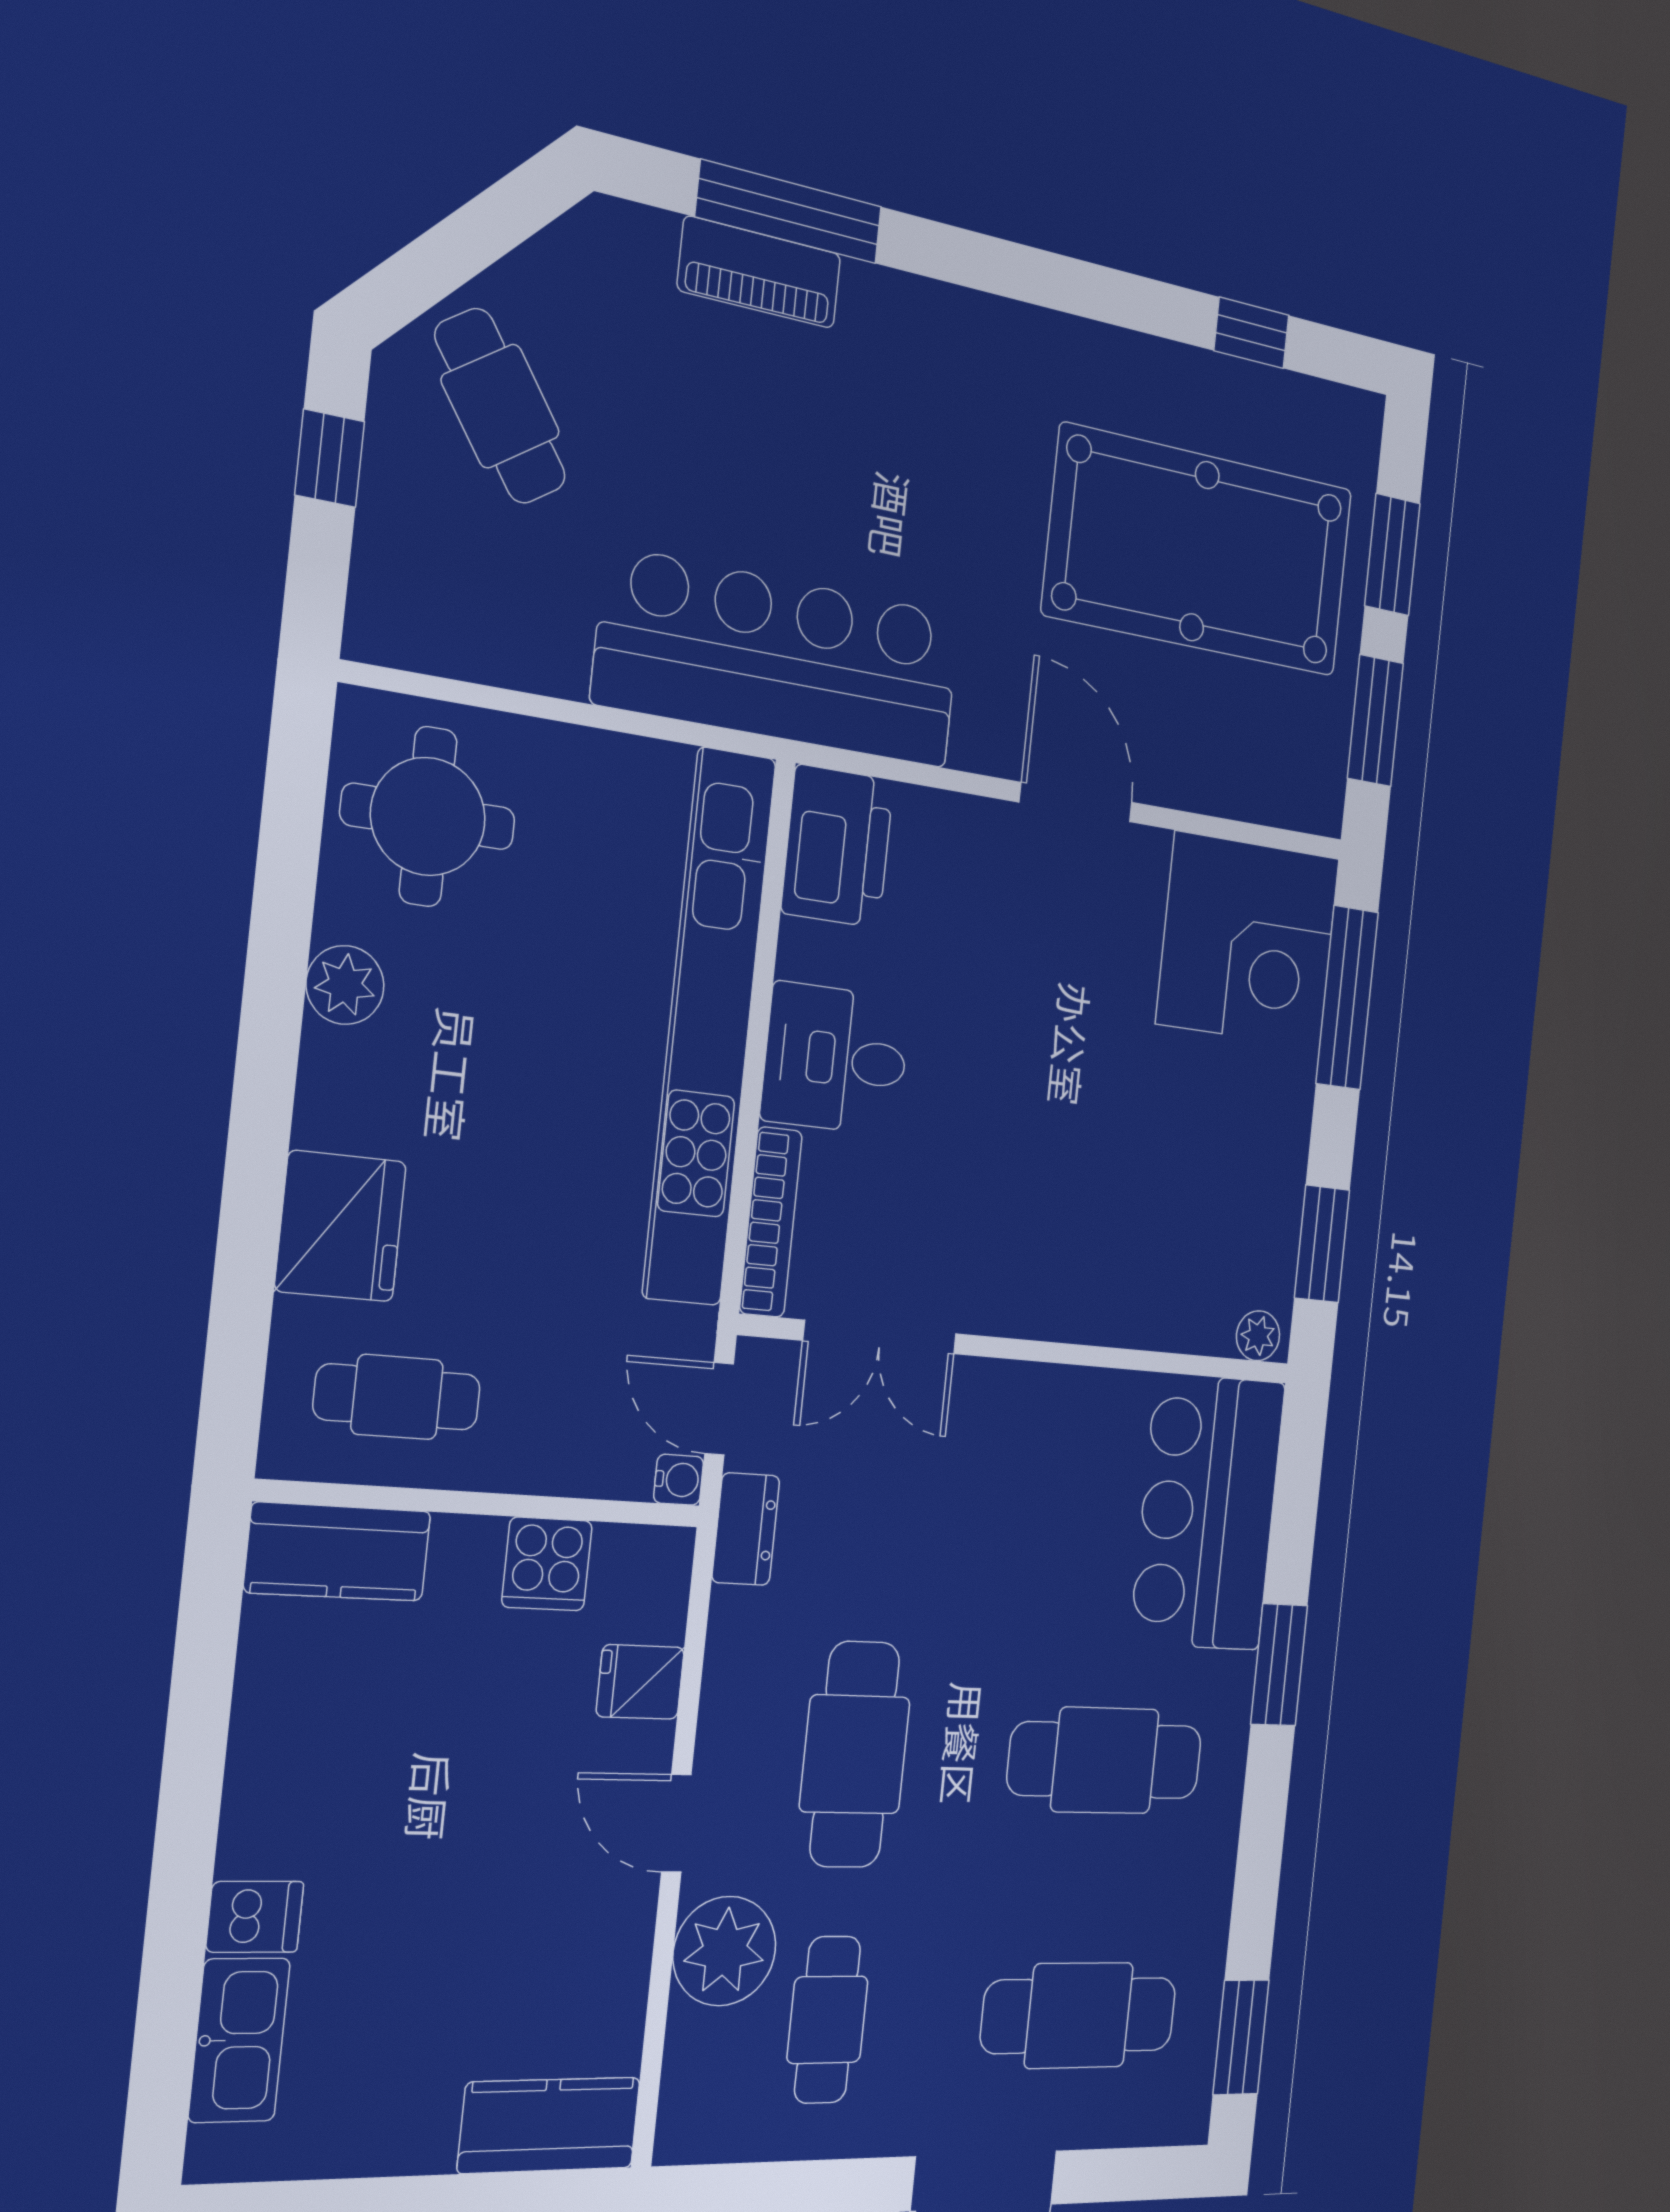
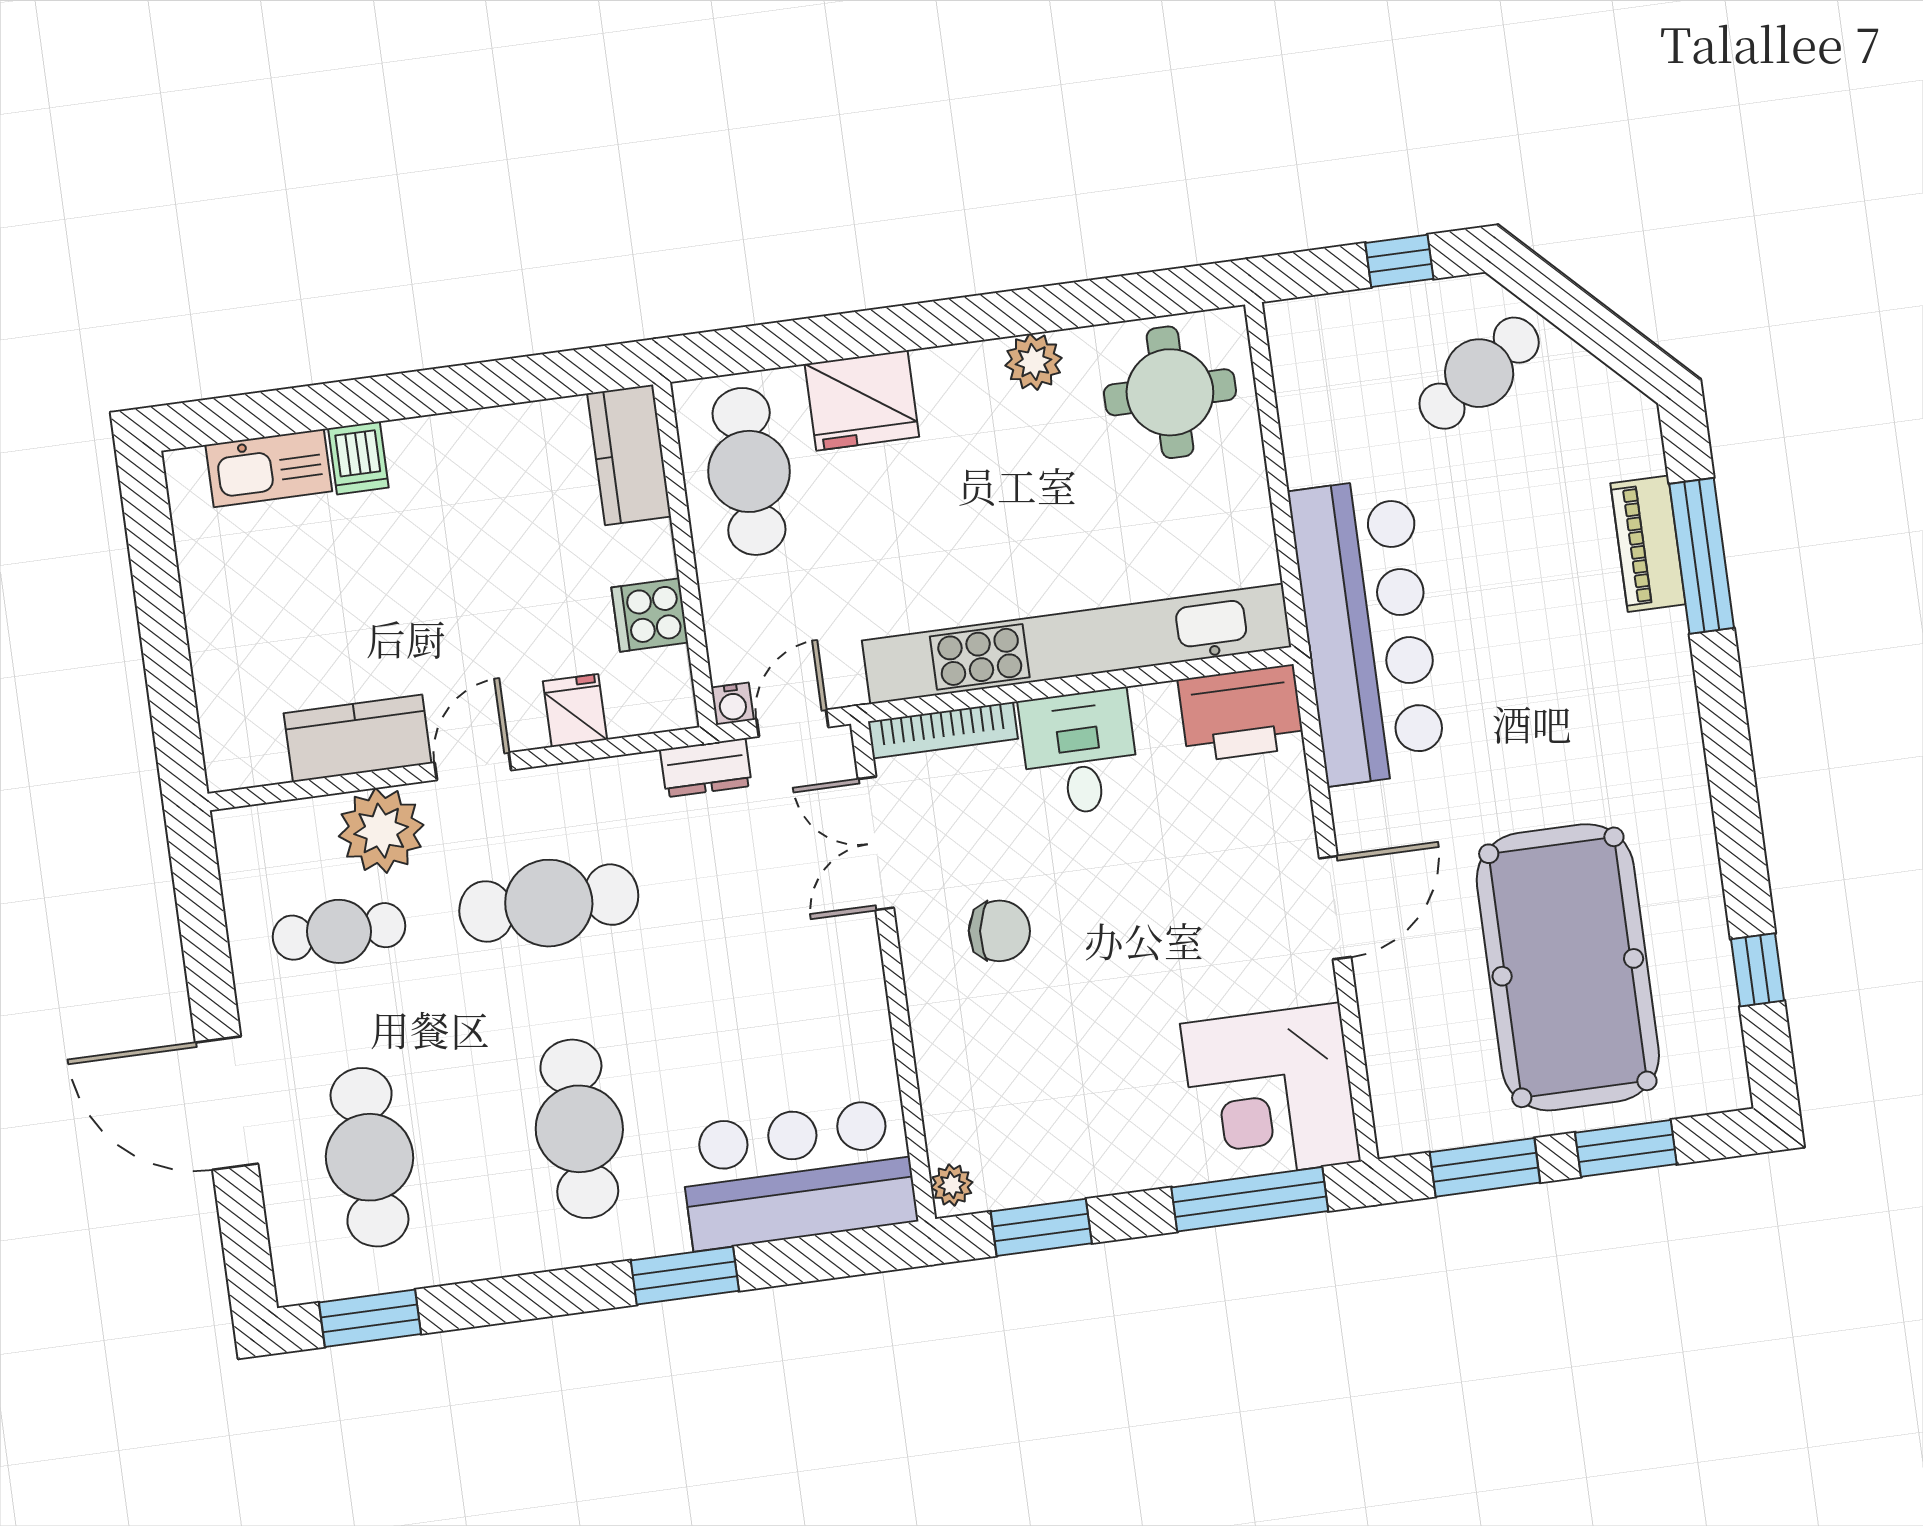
chair: (1010, 1211) -> (999, 931), added
cafe table: (397, 1397) -> (749, 471), width x1.37, depth x1.35
kitchen counter: (549, 2125) -> (358, 738), moved, turned -90

